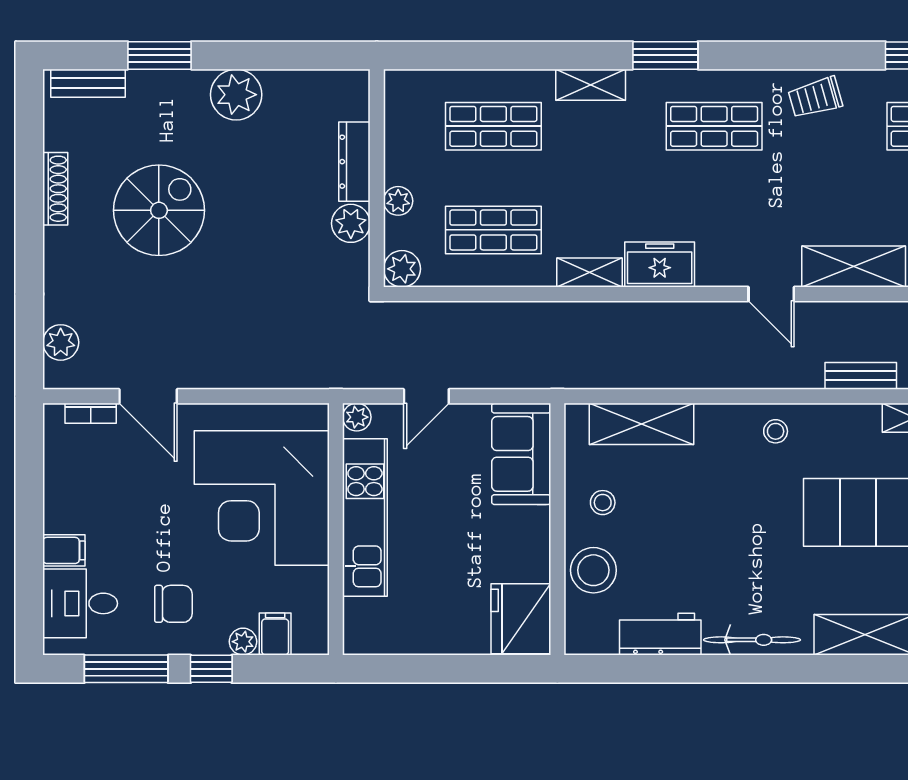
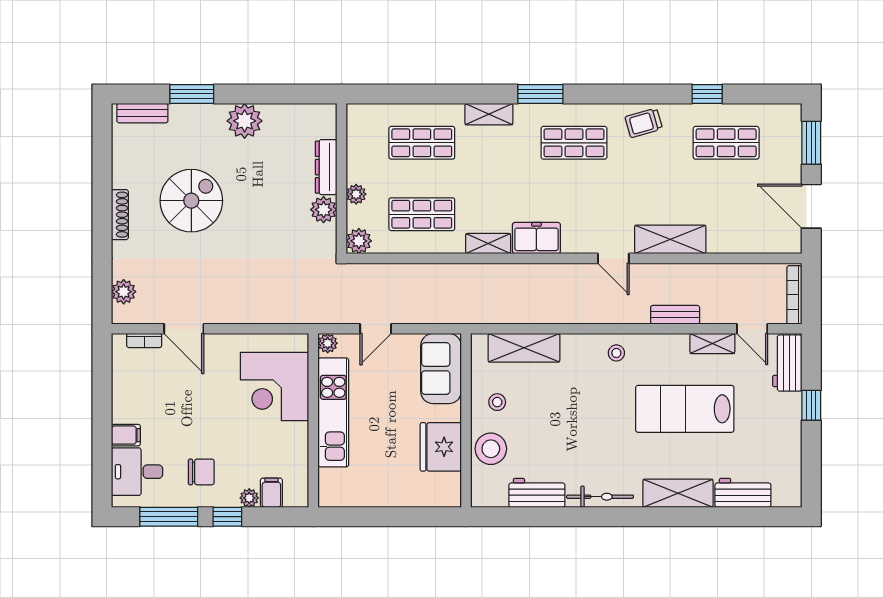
shoe rack: (55, 189) -> (120, 215), moved
corner desk: (262, 498) -> (274, 387), width x0.74, depth x0.74
fridge: (521, 619) -> (441, 447), moved

